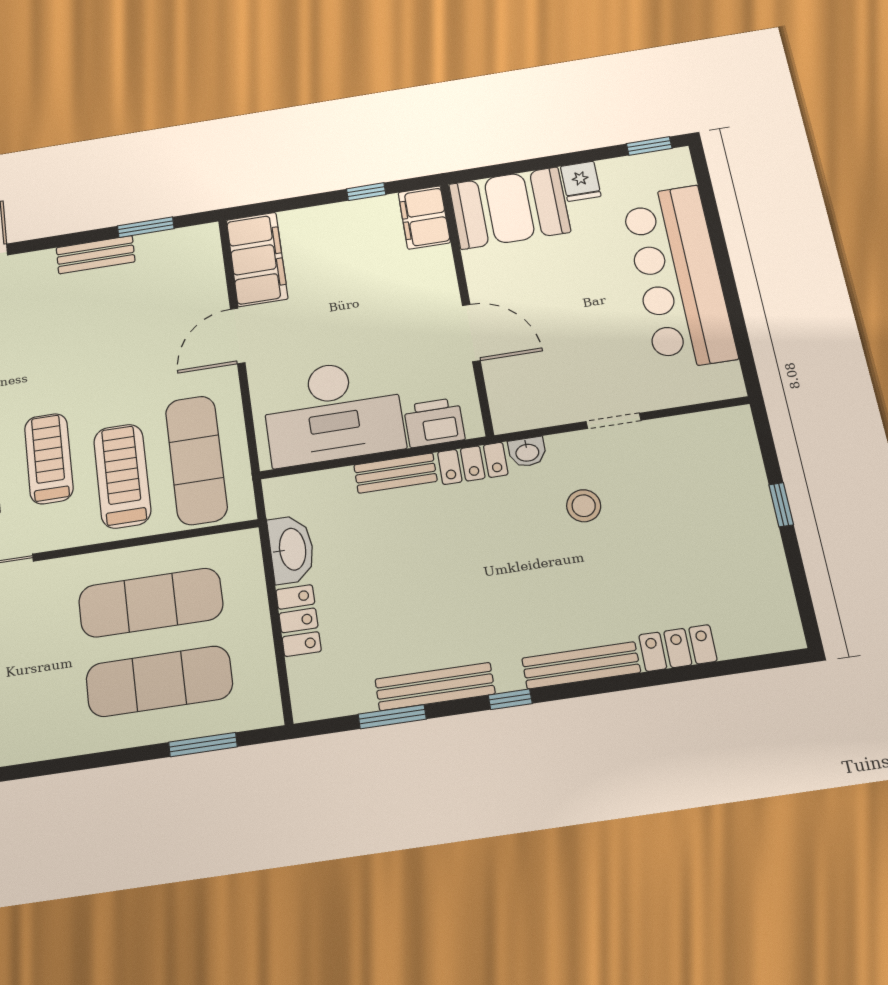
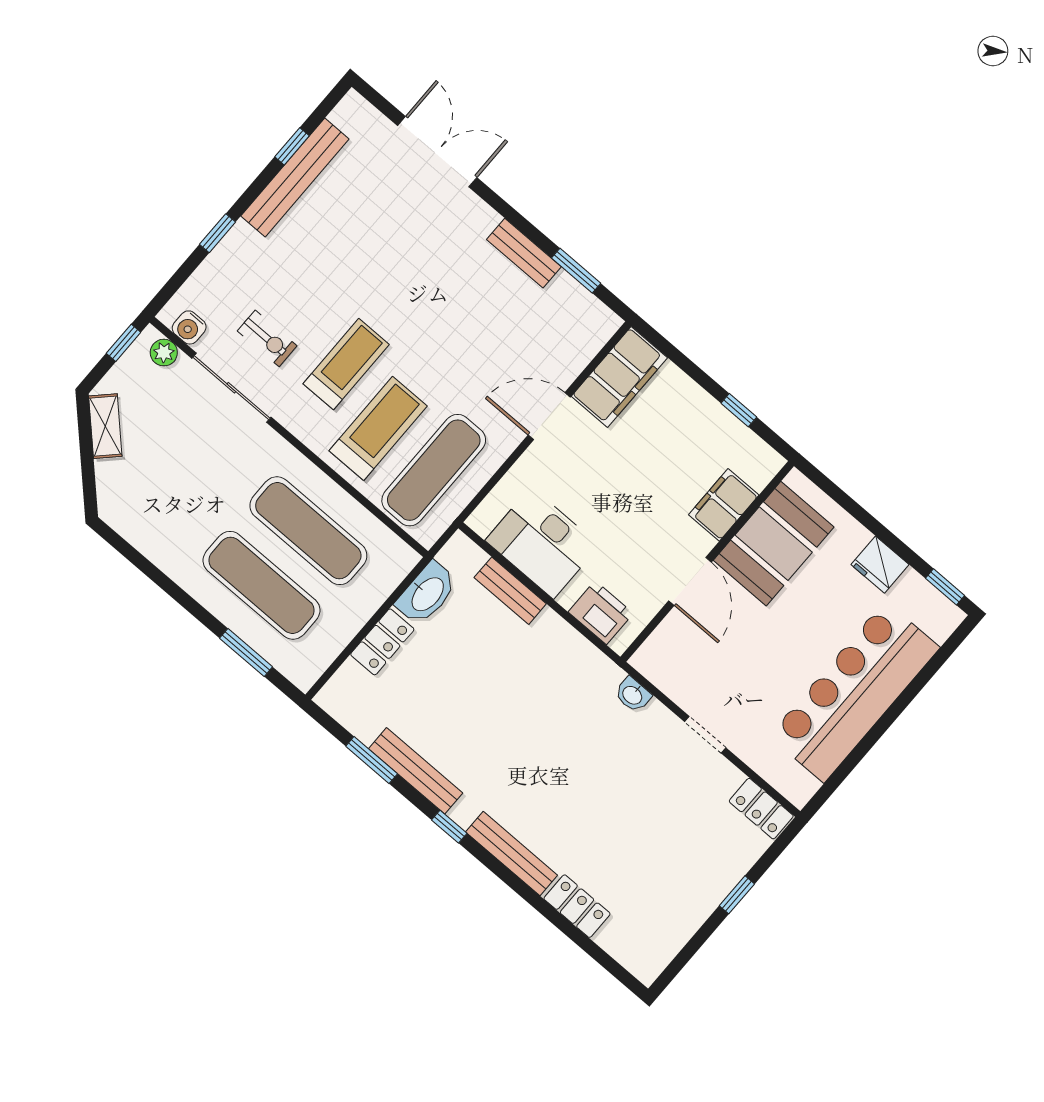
fridge: (581, 181) -> (880, 565), width x1.38
booth: (509, 208) -> (774, 544), moved, turned 90
filing cabinet: (424, 217) -> (724, 505), moved
desk: (333, 412) -> (542, 543), width x0.73, depth x0.77
locker: (473, 463) -> (761, 809), moved
bench: (395, 473) -> (510, 591), moved
stool: (584, 506) -> (626, 765), removed

